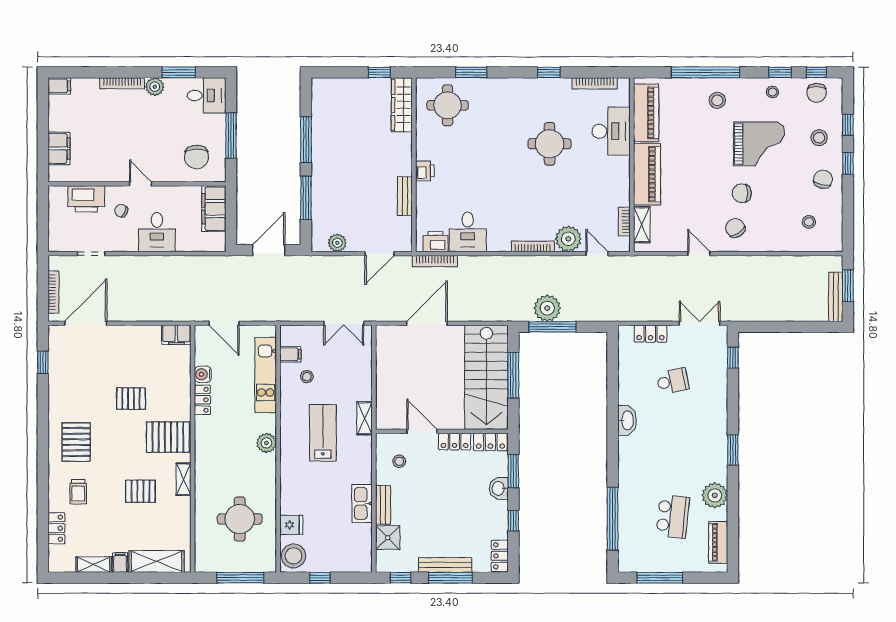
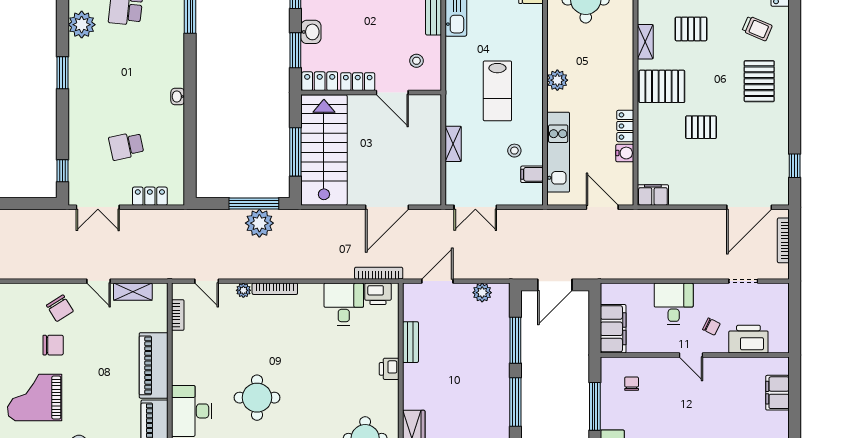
chair: (196, 157) -> (632, 384), width x0.54, depth x0.54
shelving: (642, 225) -> (133, 292), moved, turned 90
plant: (568, 239) -> (243, 290), width x0.53, depth x0.53
double door: (344, 323) -> (475, 207), swing flipped
shelving: (365, 418) -> (453, 144), moved
washbasin: (627, 420) -> (178, 96), width x0.52, depth x0.69
trolley: (78, 492) -> (757, 28), turned 113

